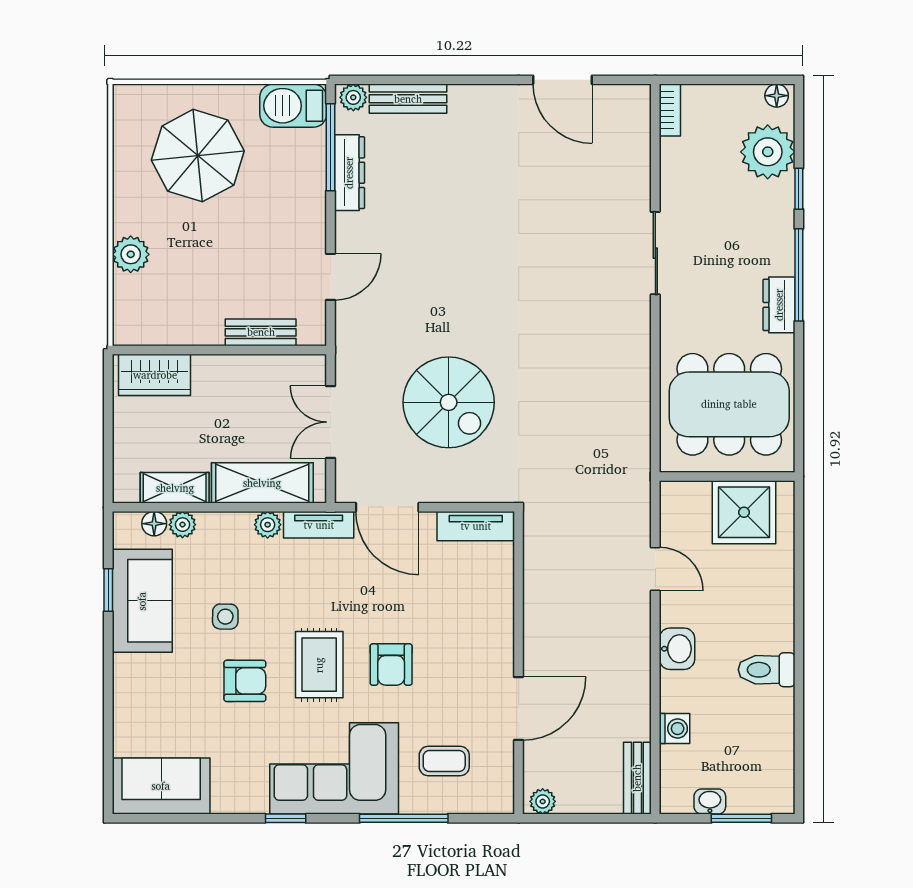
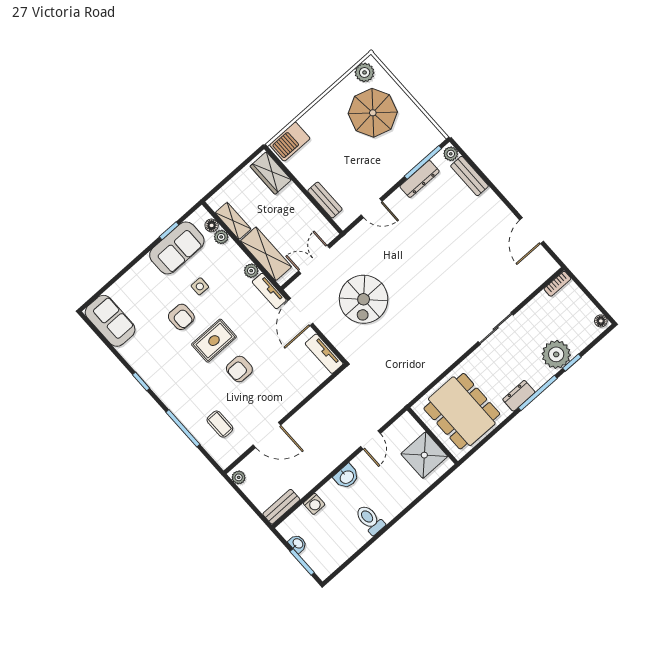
barbecue: (293, 106) -> (290, 142), moved, turned -90
plant: (768, 152) -> (556, 354), moved
plant: (131, 254) -> (365, 72), moved
corner sofa: (334, 768) -> (178, 383), removed

